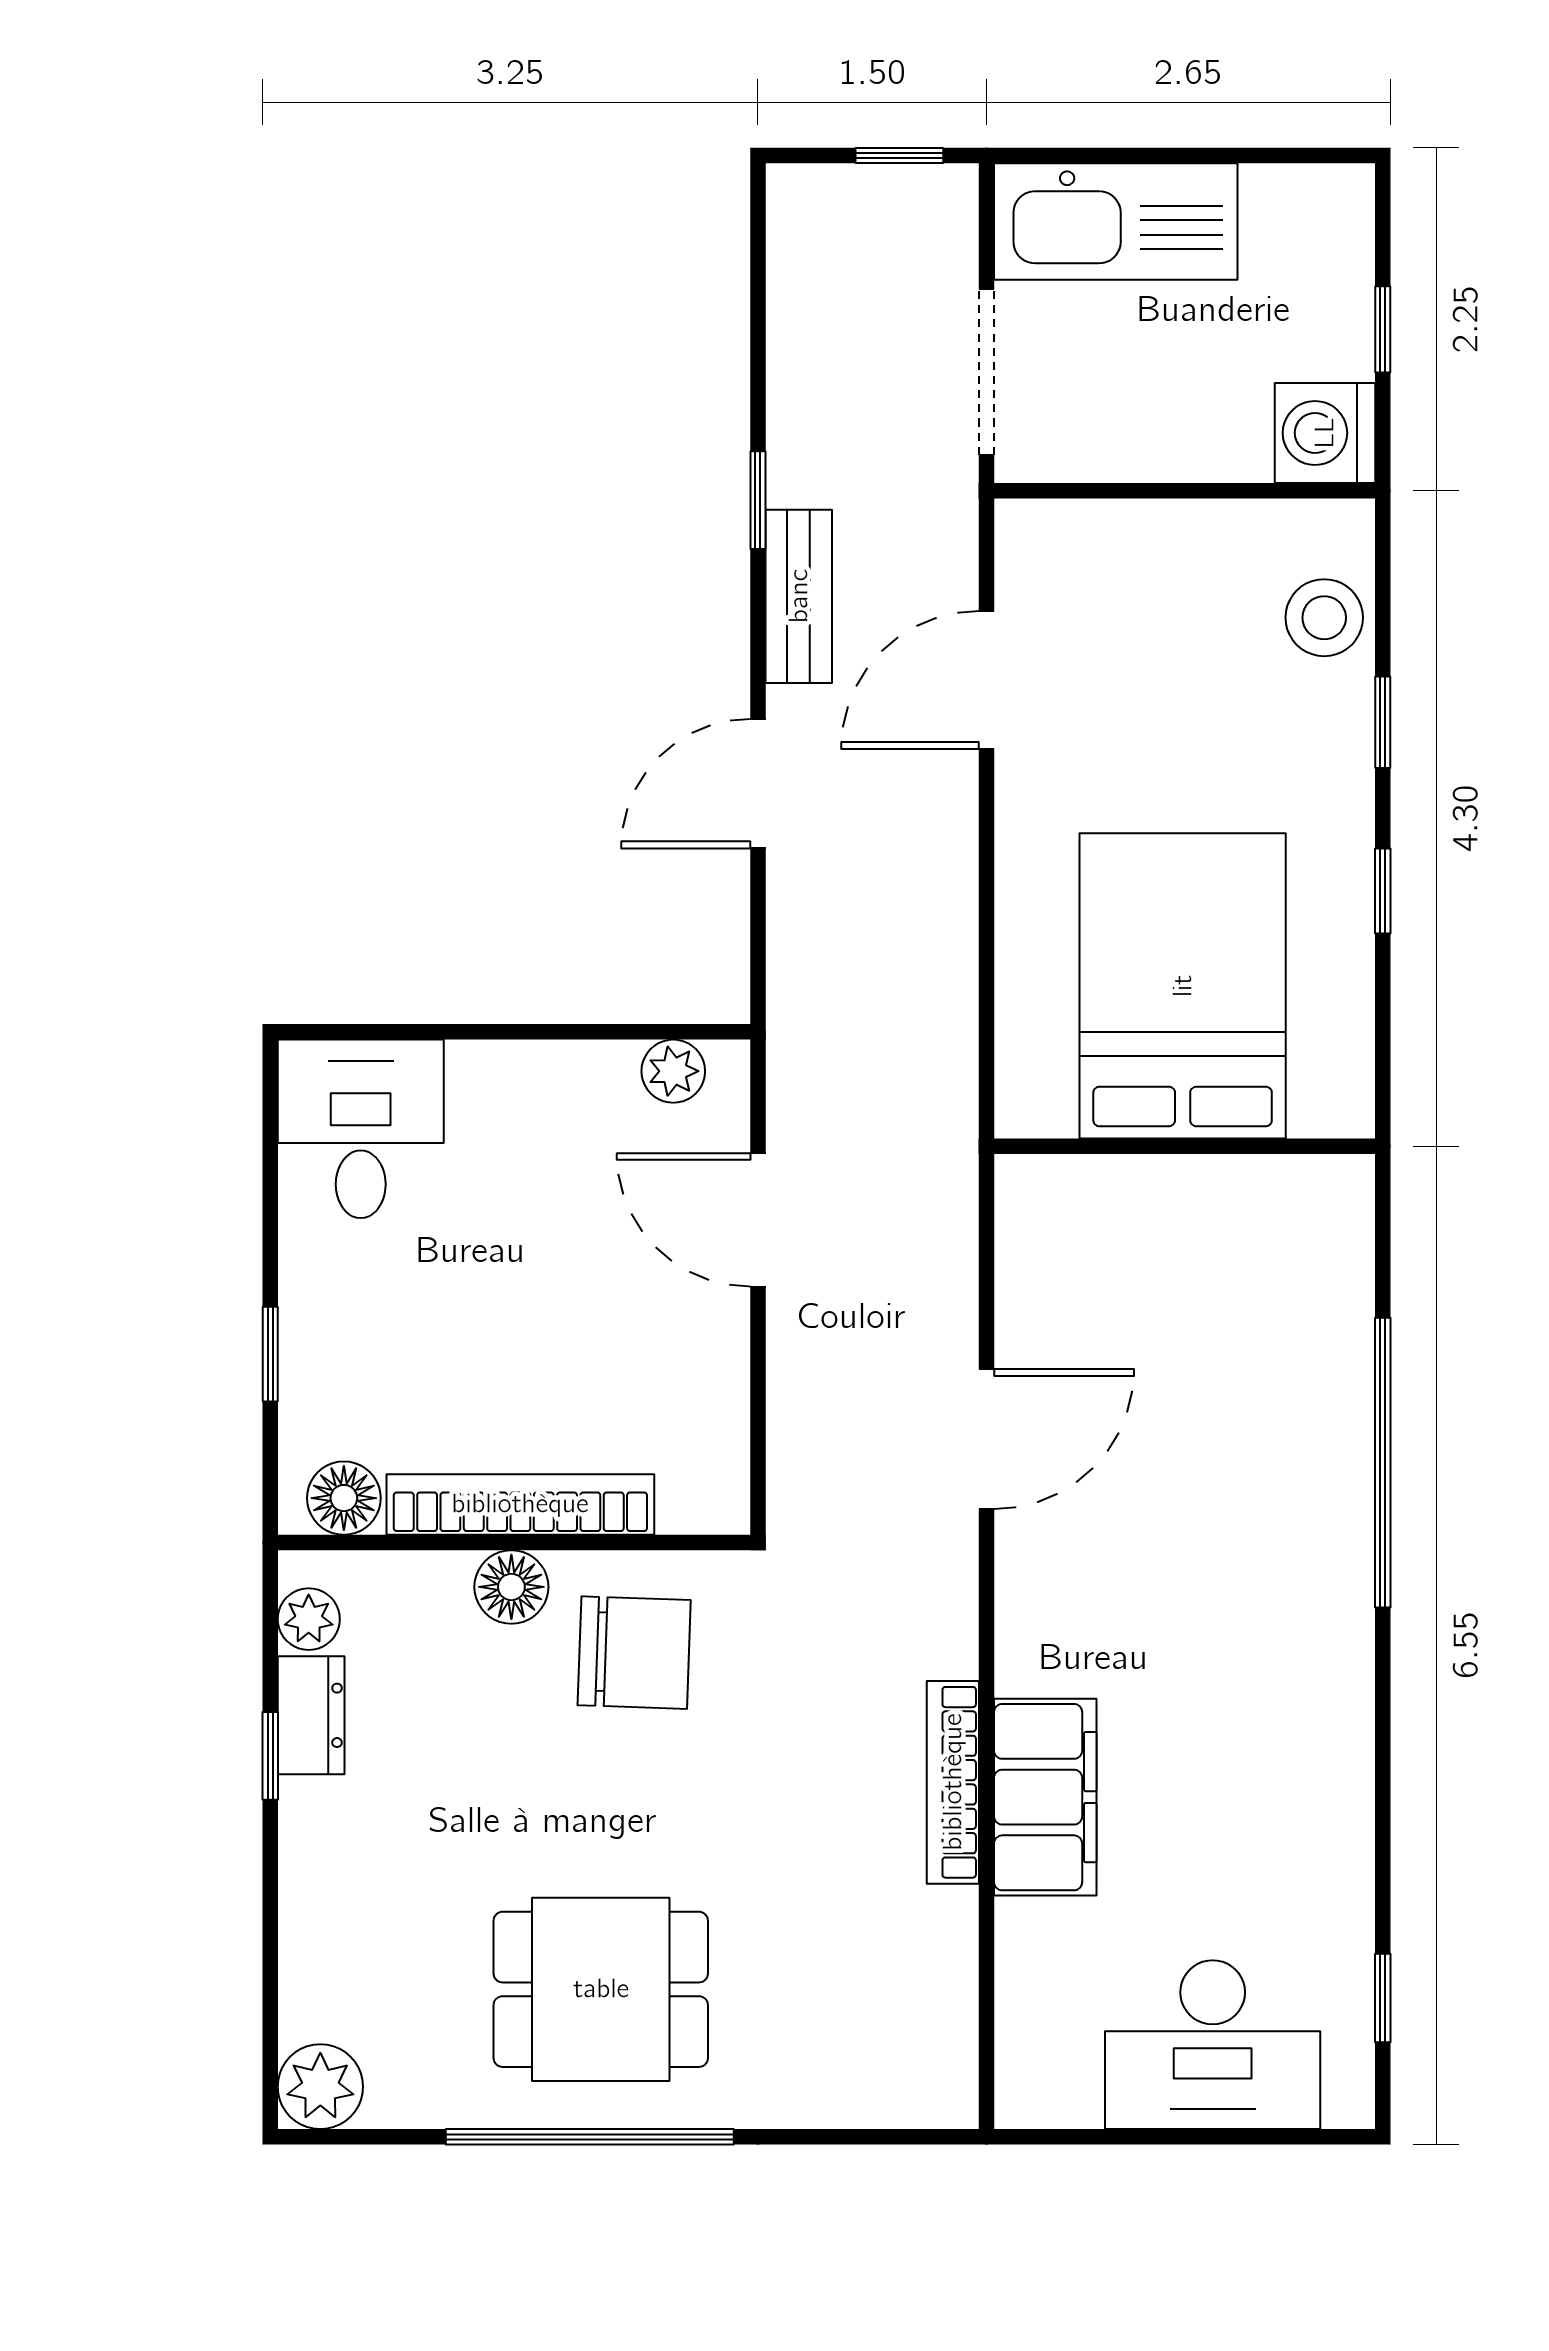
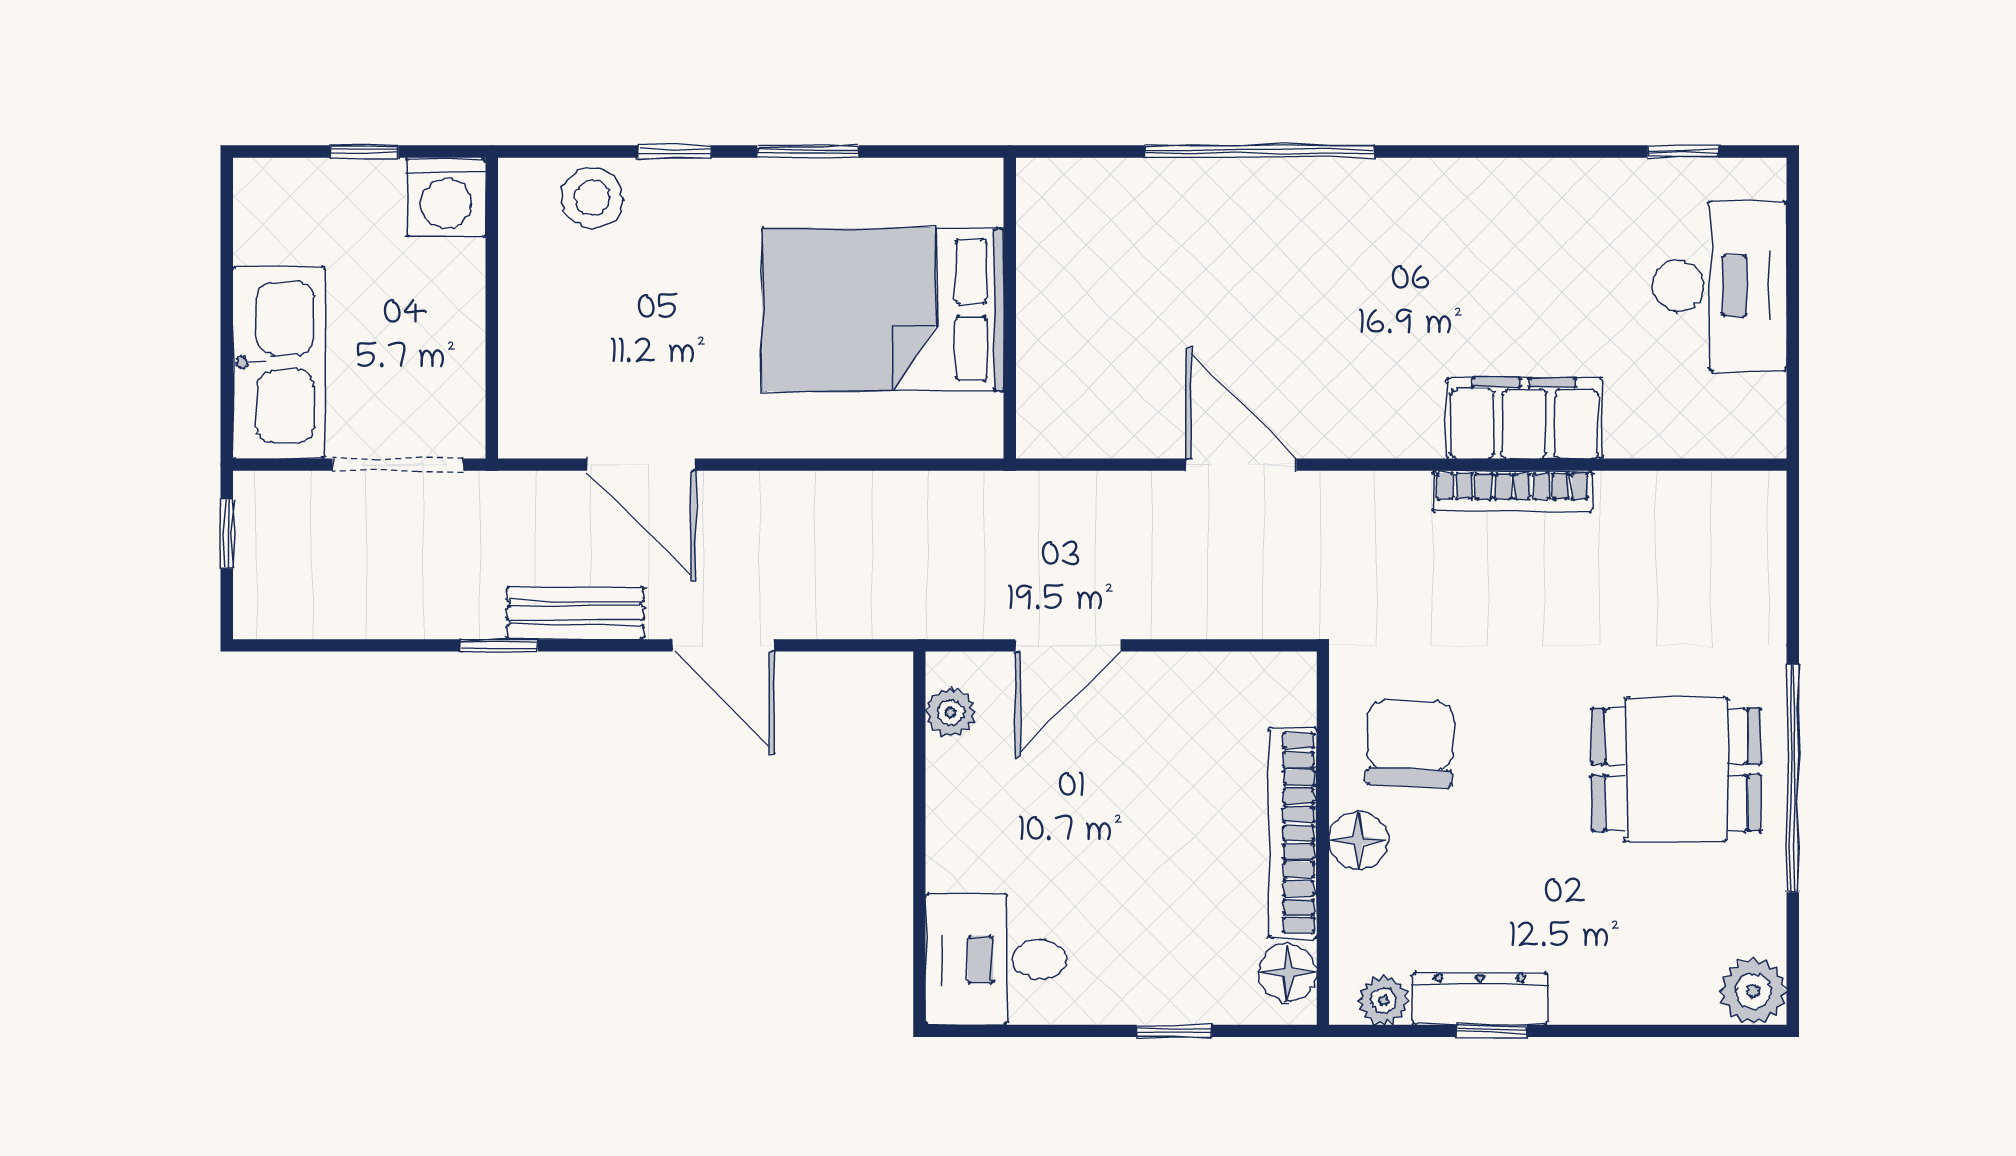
window: (1383, 891) -> (808, 151), width x1.50
dresser: (311, 1715) -> (1480, 999), width x1.44
dining table: (601, 1989) -> (1676, 770), turned 90

